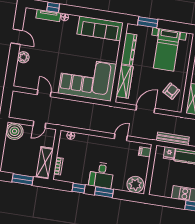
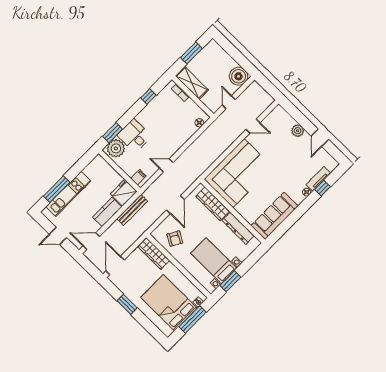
window: (148, 22) -> (230, 281), moved
door: (17, 37) -> (320, 138), hinge flipped
door: (121, 137) -> (166, 165), swing flipped
fridge: (169, 153) -> (124, 193), width x1.88, depth x1.34
desk: (101, 175) -> (134, 136), moved
window: (104, 192) -> (112, 133), moved

